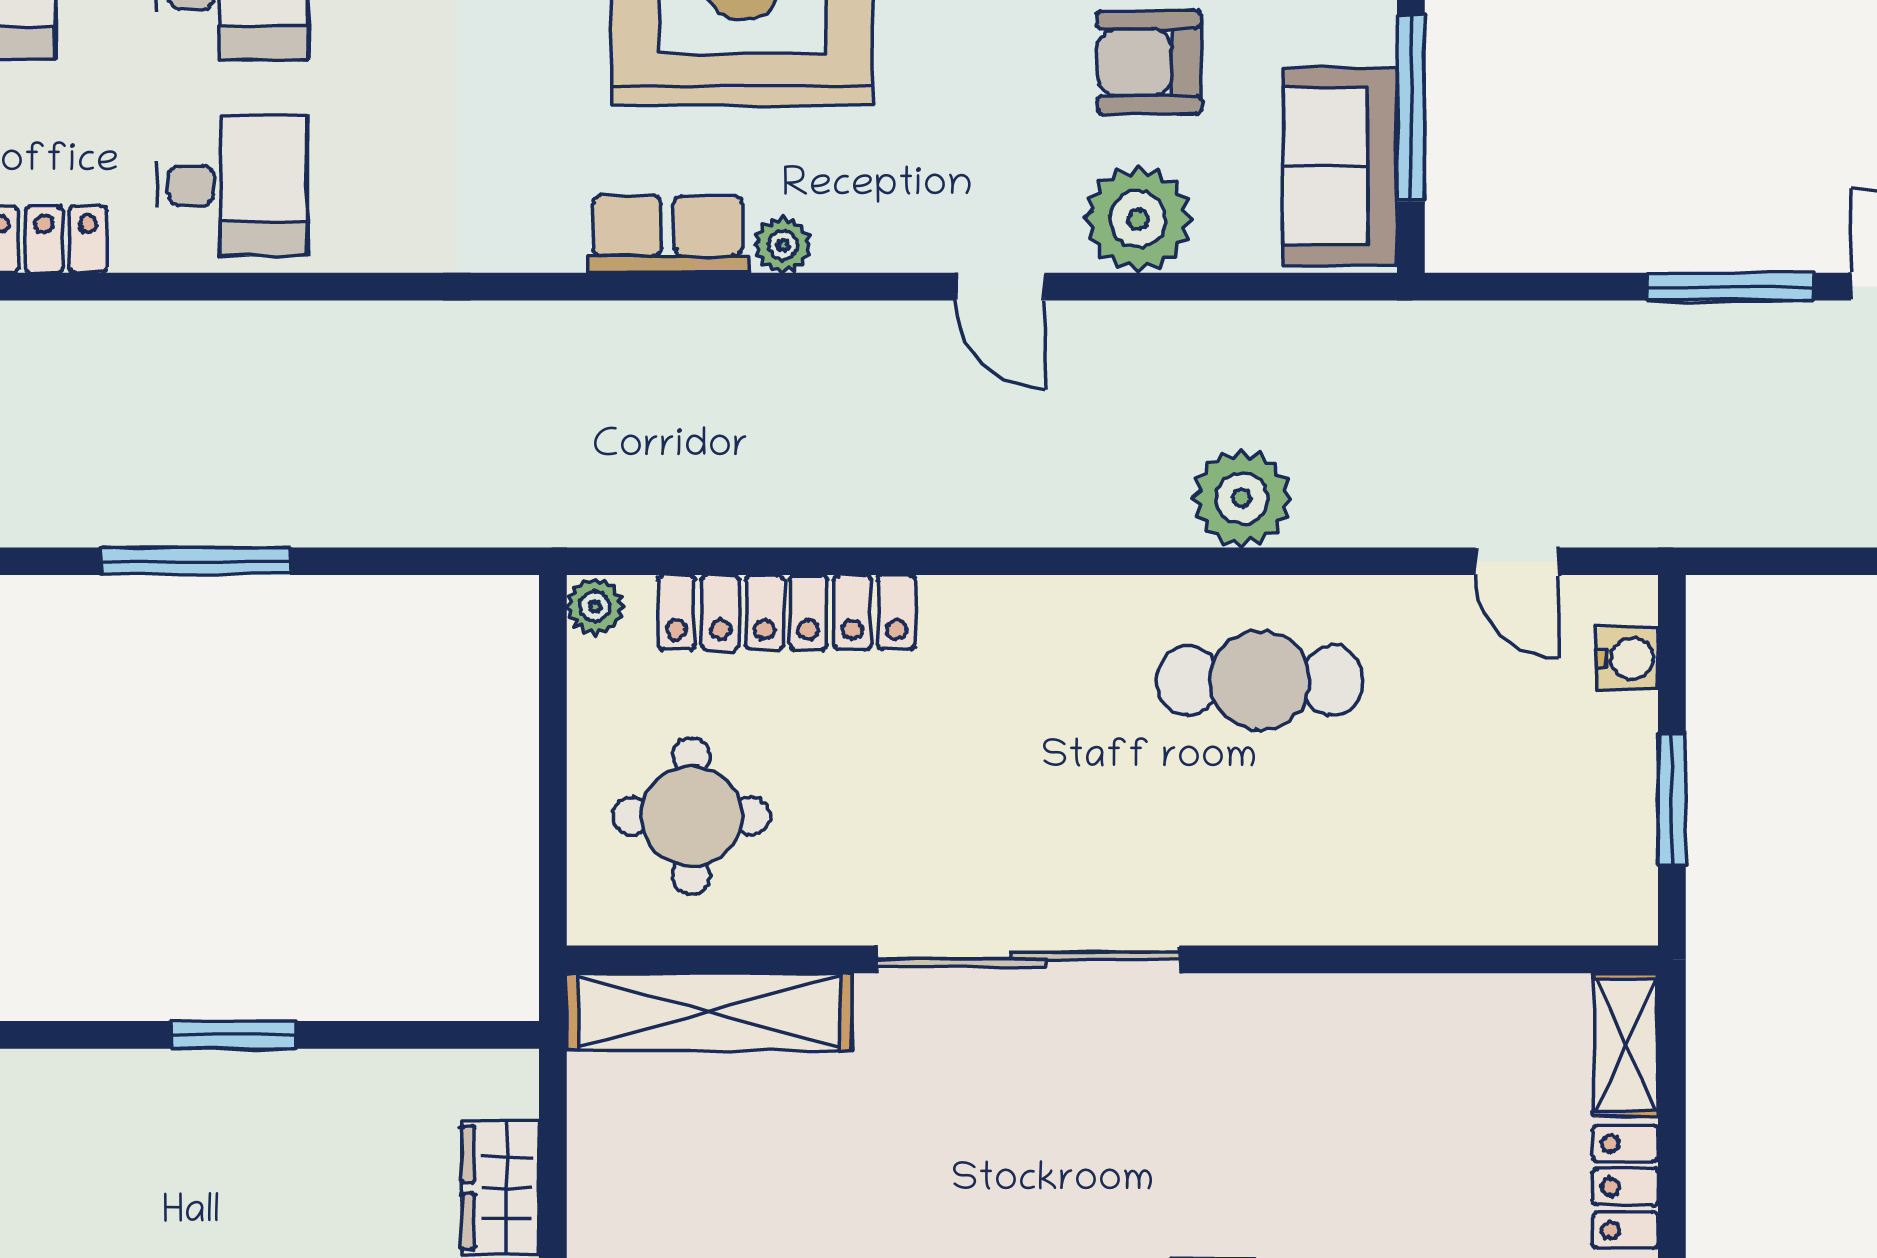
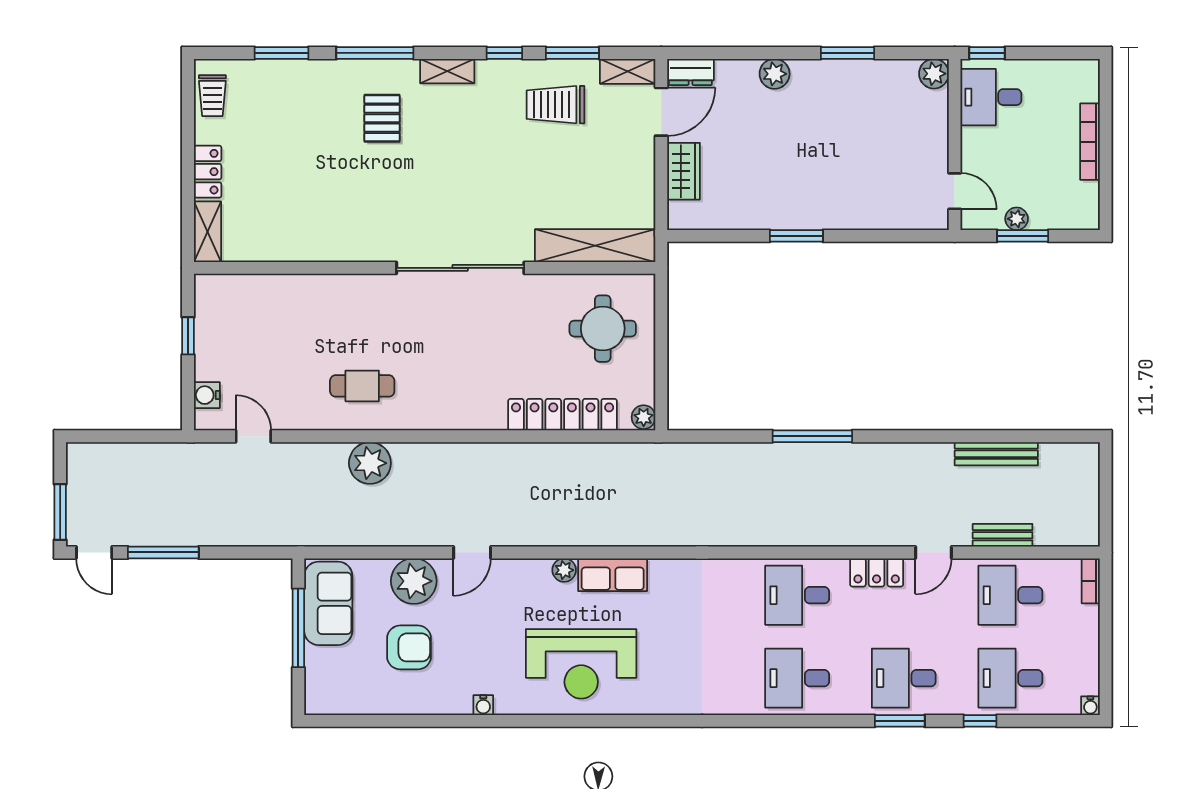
door: (1000, 287) -> (472, 552), swing flipped
cafe table: (1260, 680) -> (362, 386), width x0.73, depth x0.74
window: (1672, 799) -> (188, 336), width x0.67

